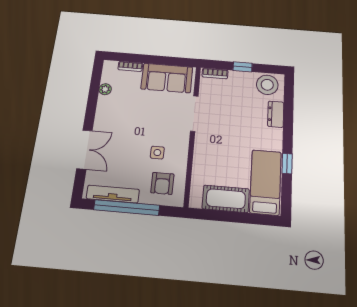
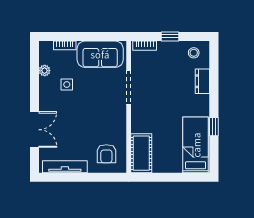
stool: (267, 85) -> (194, 53), width x0.53, depth x0.53
side table: (157, 153) -> (67, 85), moved
cot: (226, 199) -> (141, 153), moved, turned 90
window: (127, 208) -> (78, 177), removed

